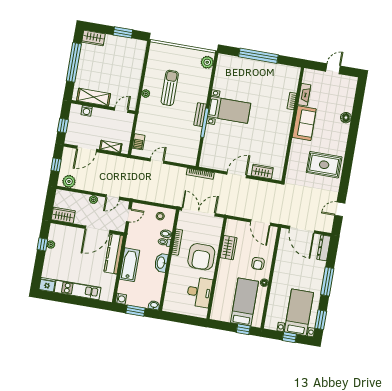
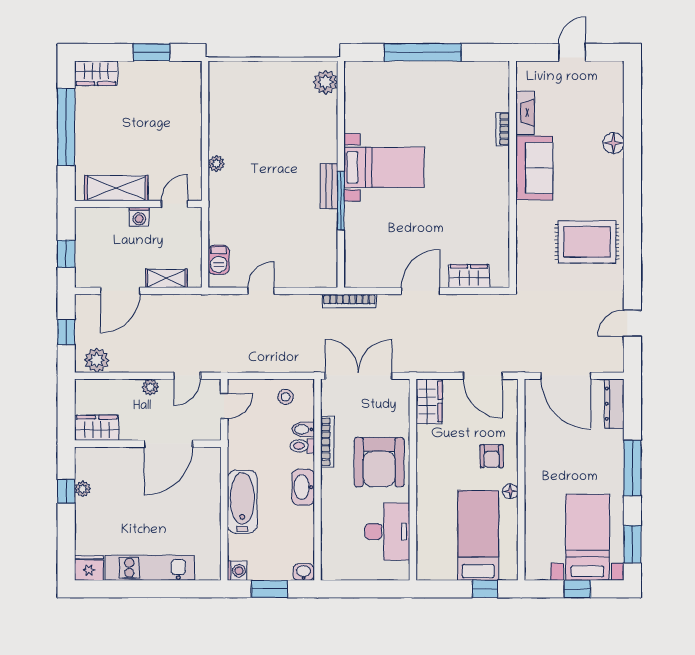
sun lounger: (170, 88) -> (261, 144), removed
washing machine: (87, 111) -> (139, 217), moved
wardrobe: (229, 248) -> (429, 401), moved
kitchen counter: (114, 254) -> (208, 486), removed

